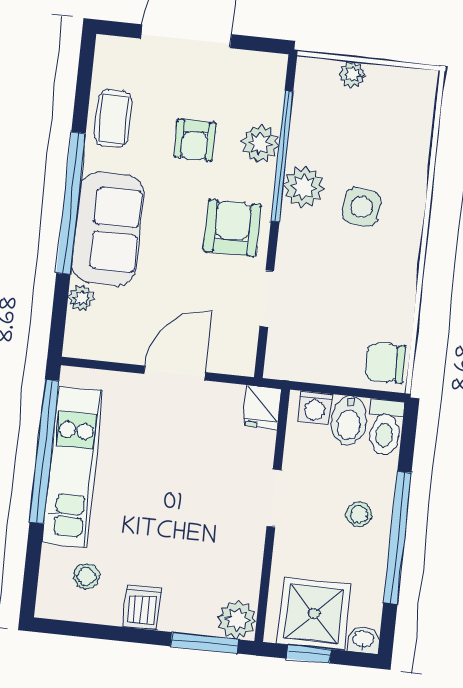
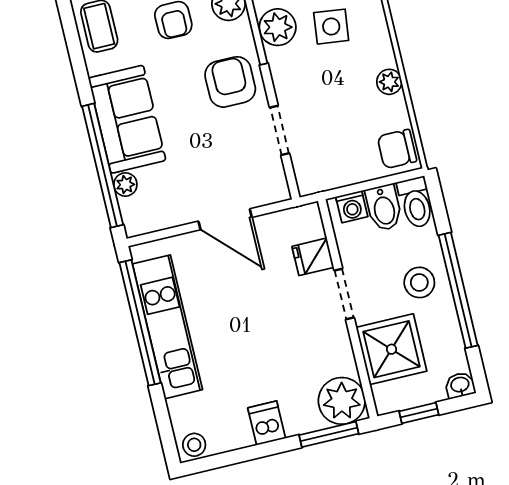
window: (71, 203) -> (103, 166), moved
plant: (403, 288) -> (389, 82), added
door: (175, 373) -> (225, 219), swing flipped
fridge: (262, 407) -> (313, 257), moved, turned 90
stool: (359, 514) -> (419, 282), width x1.37, depth x1.37
stool: (86, 576) -> (194, 445), moved
shower: (314, 614) -> (391, 349), moved
plant: (237, 620) -> (342, 401), width x1.36, depth x1.36

